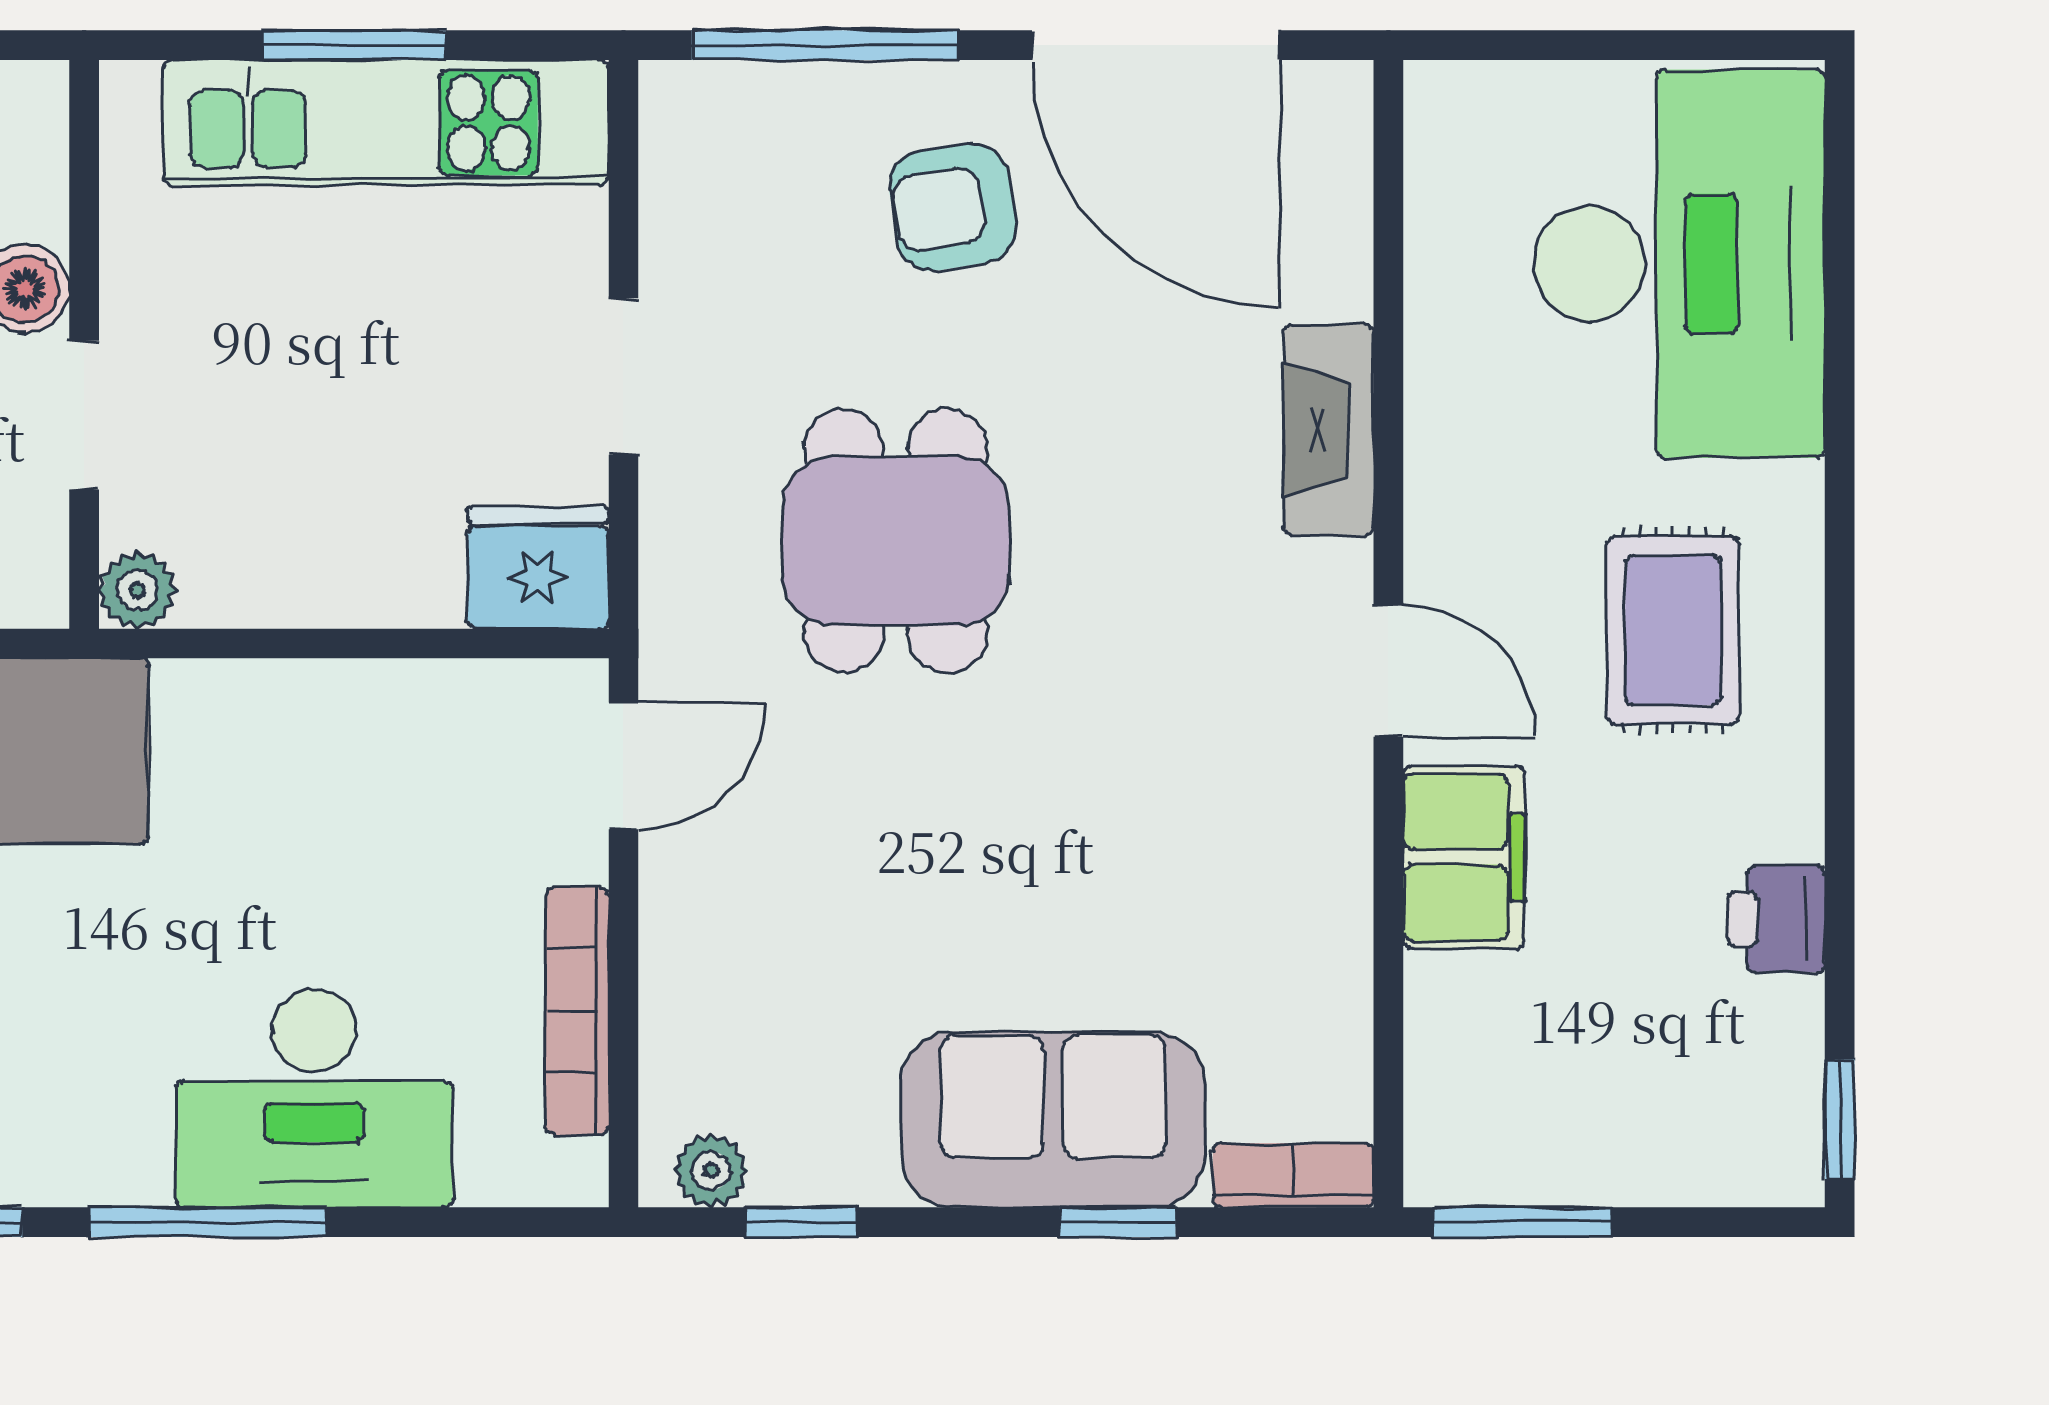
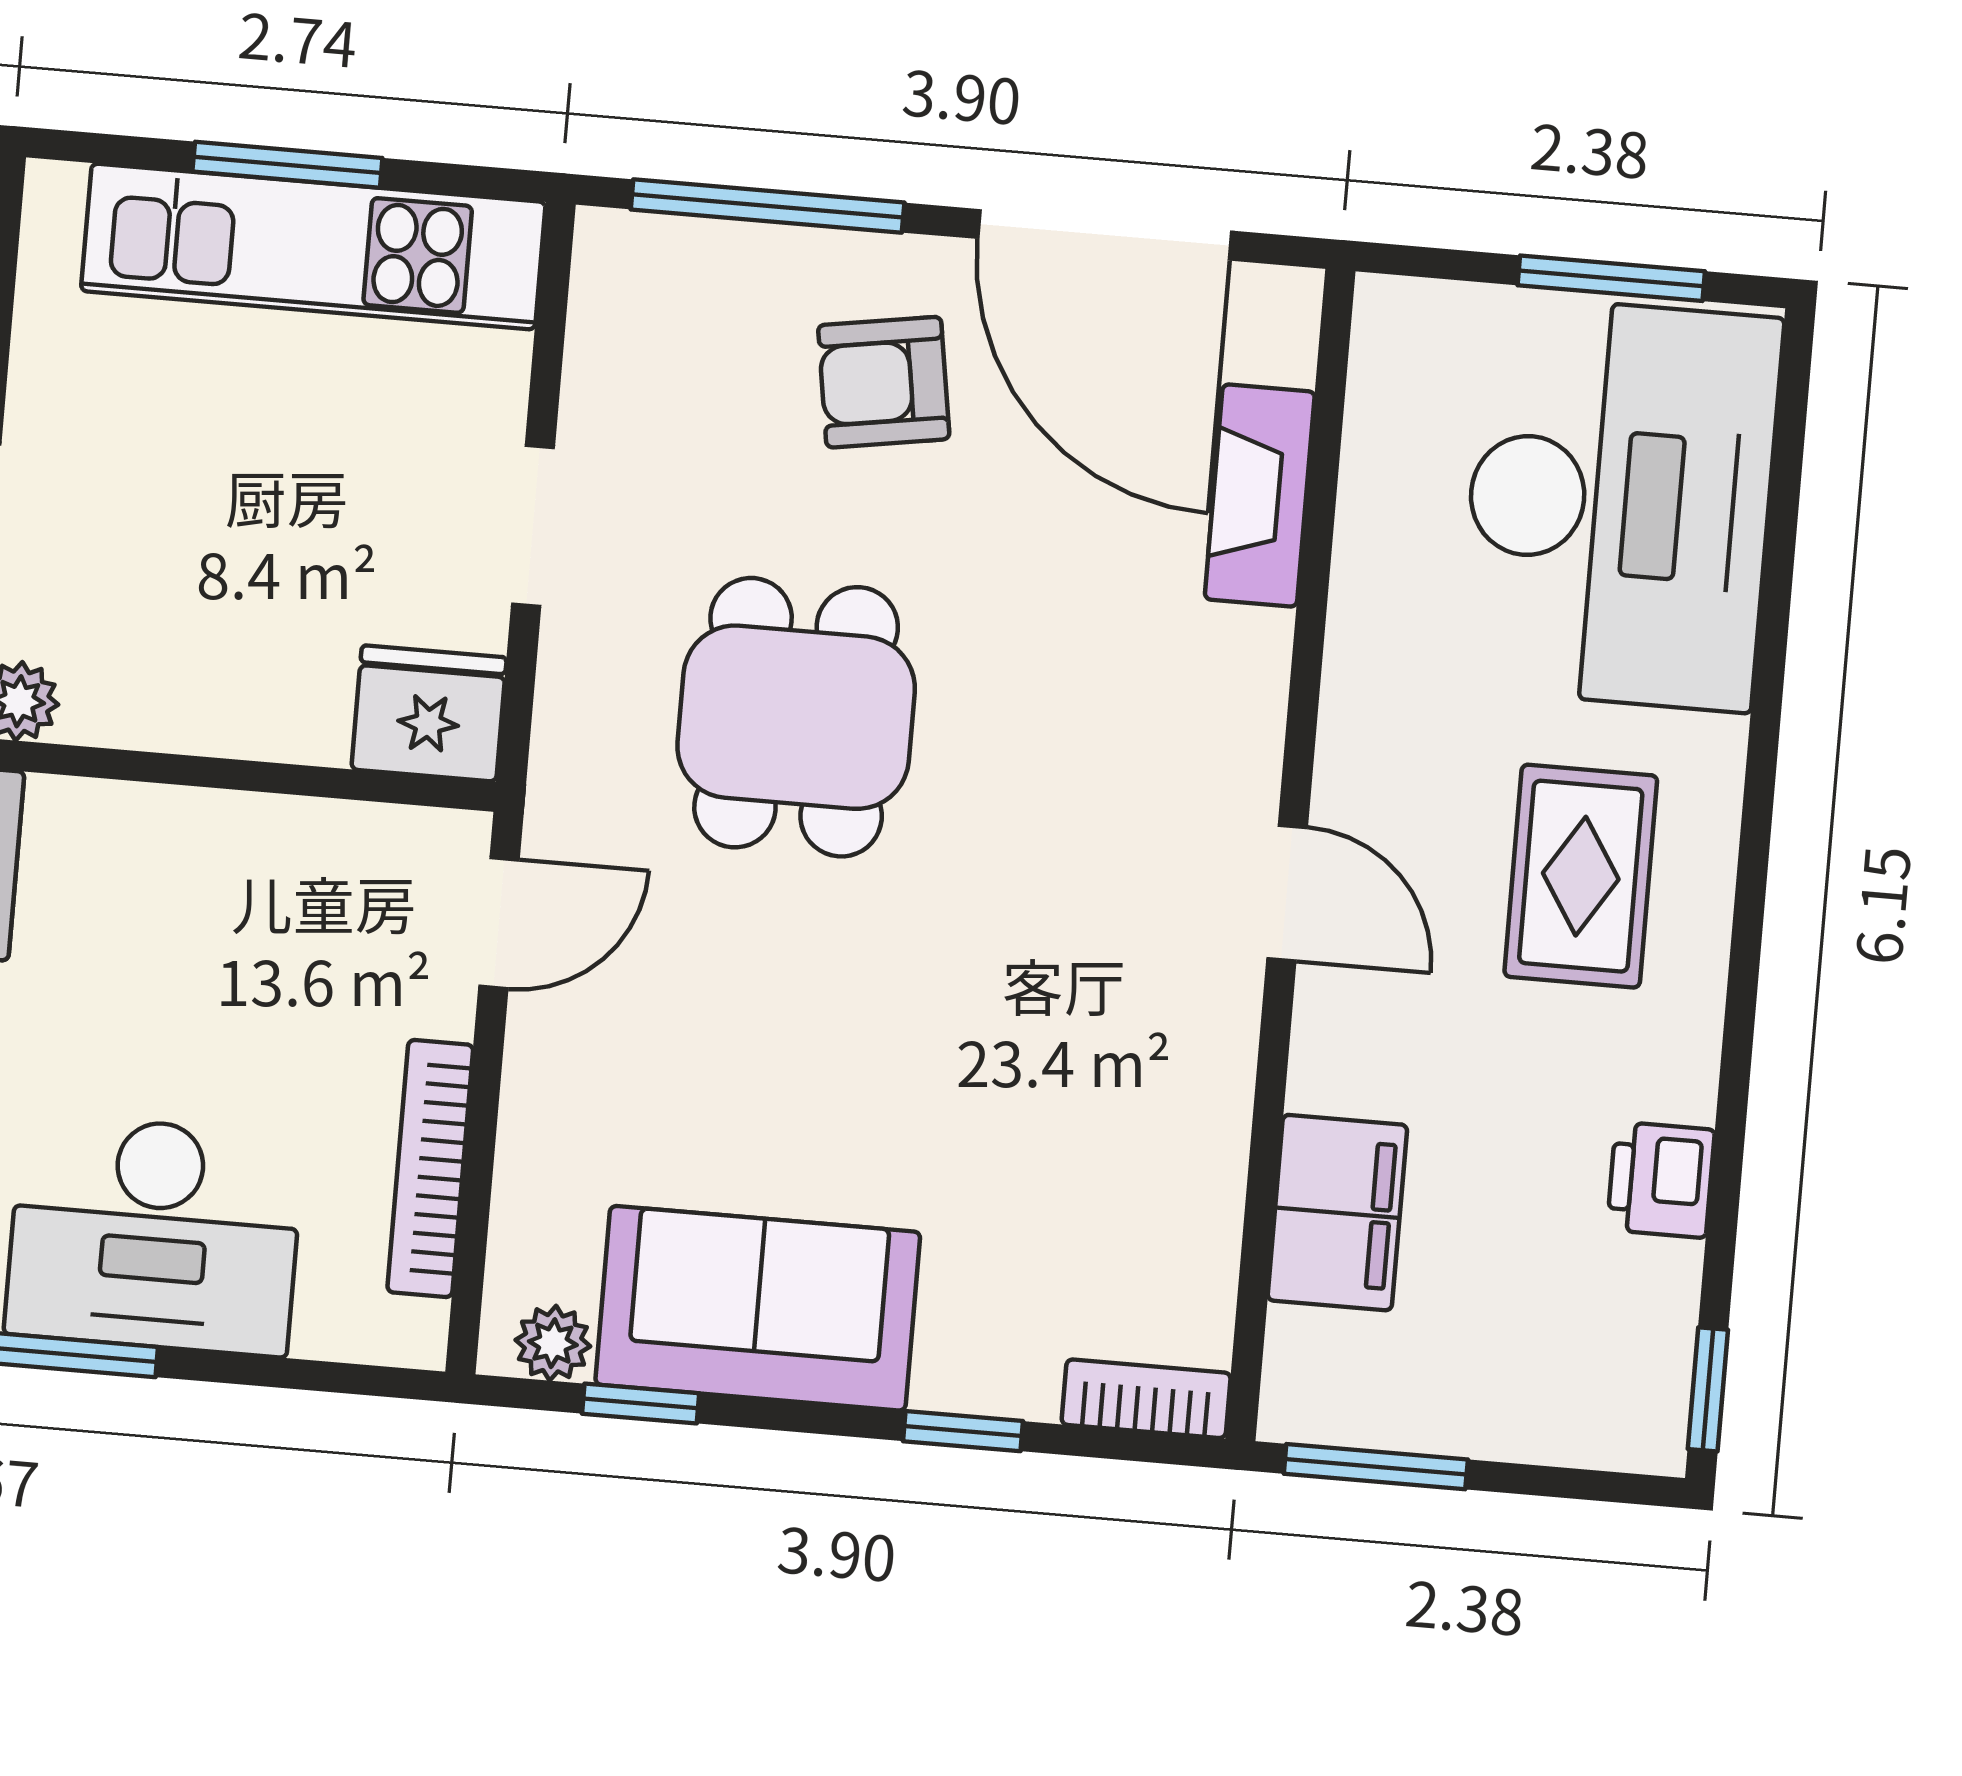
window: (1653, 45) -> (1611, 278), added
fireplace: (1329, 430) -> (1260, 495), moved
filing cabinet: (1464, 857) -> (1337, 1213), moved
sofa: (1053, 1120) -> (758, 1308), moved

